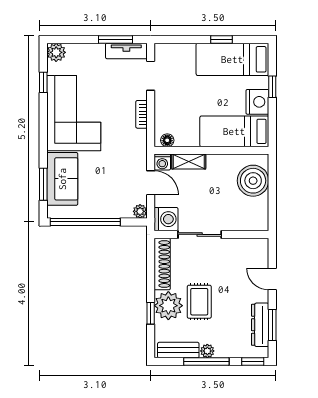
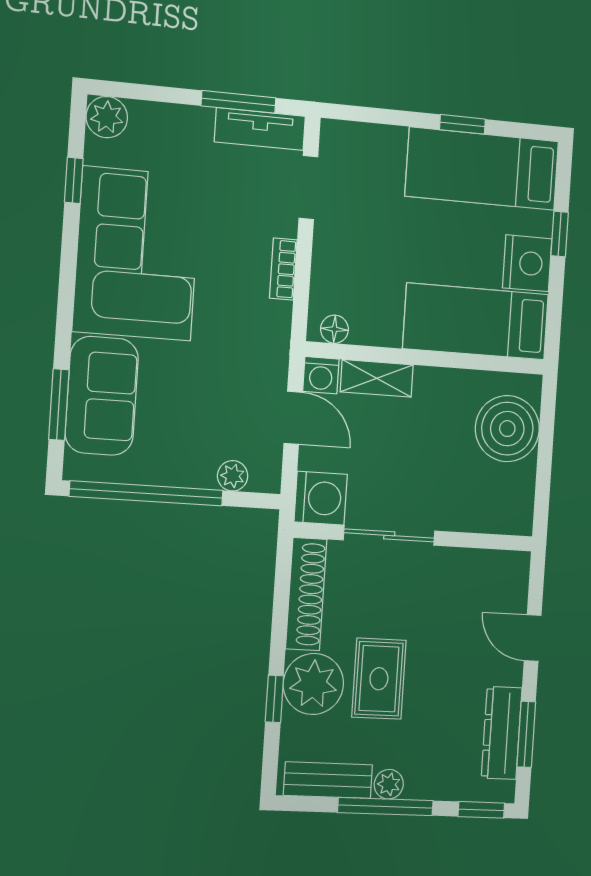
plant: (140, 211) -> (233, 476), moved

